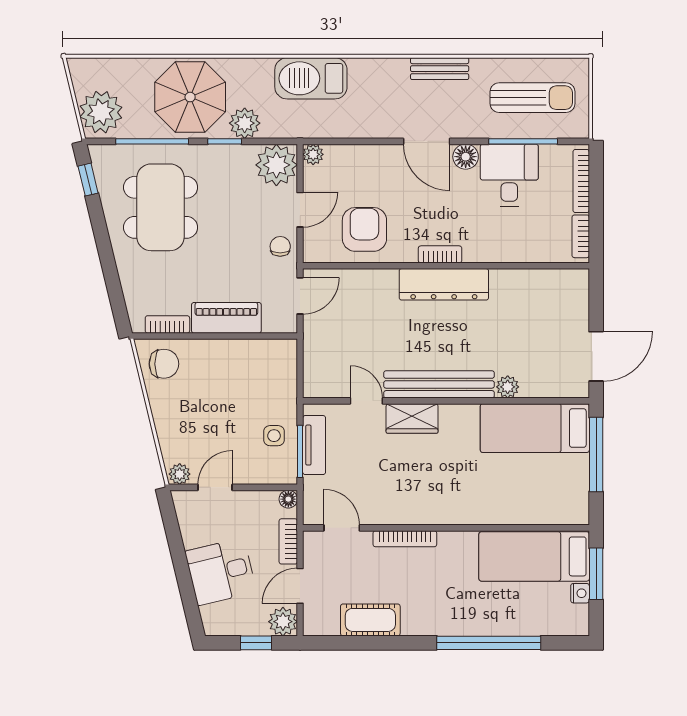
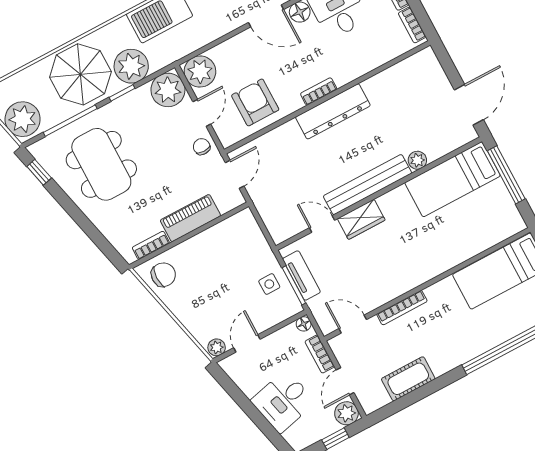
plant: (245, 123) -> (131, 66), width x1.36, depth x1.36
plant: (313, 154) -> (200, 72), width x1.87, depth x1.87

